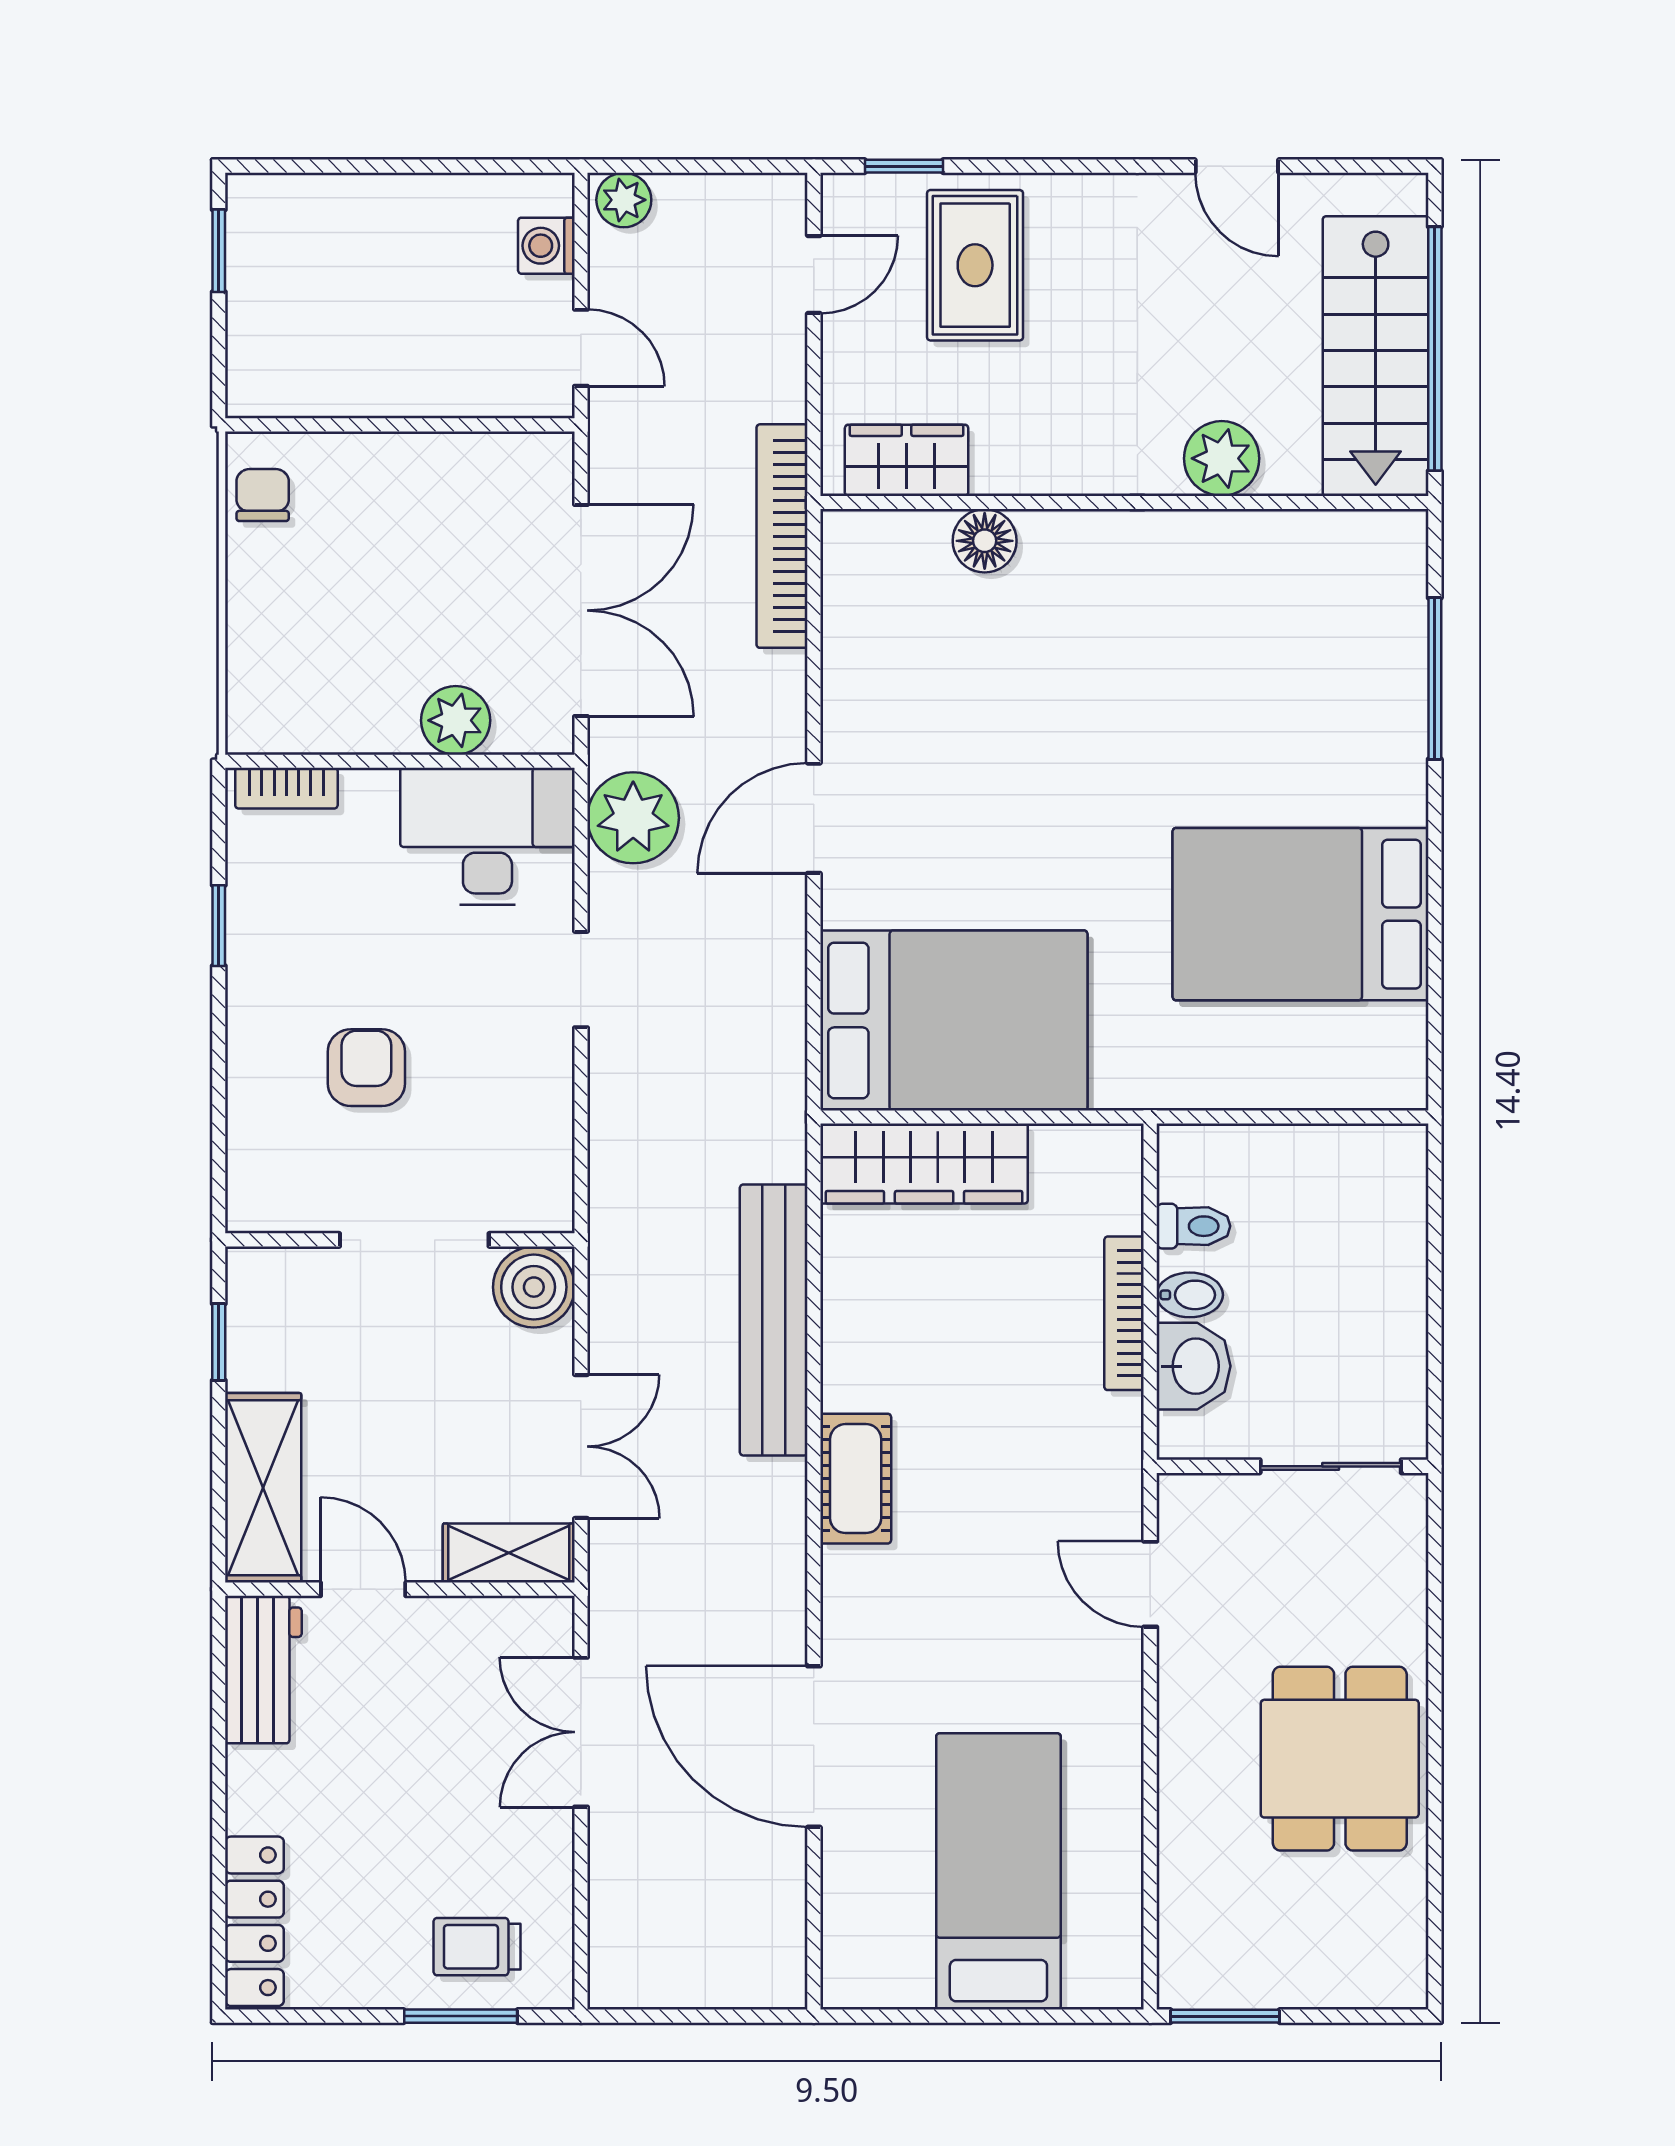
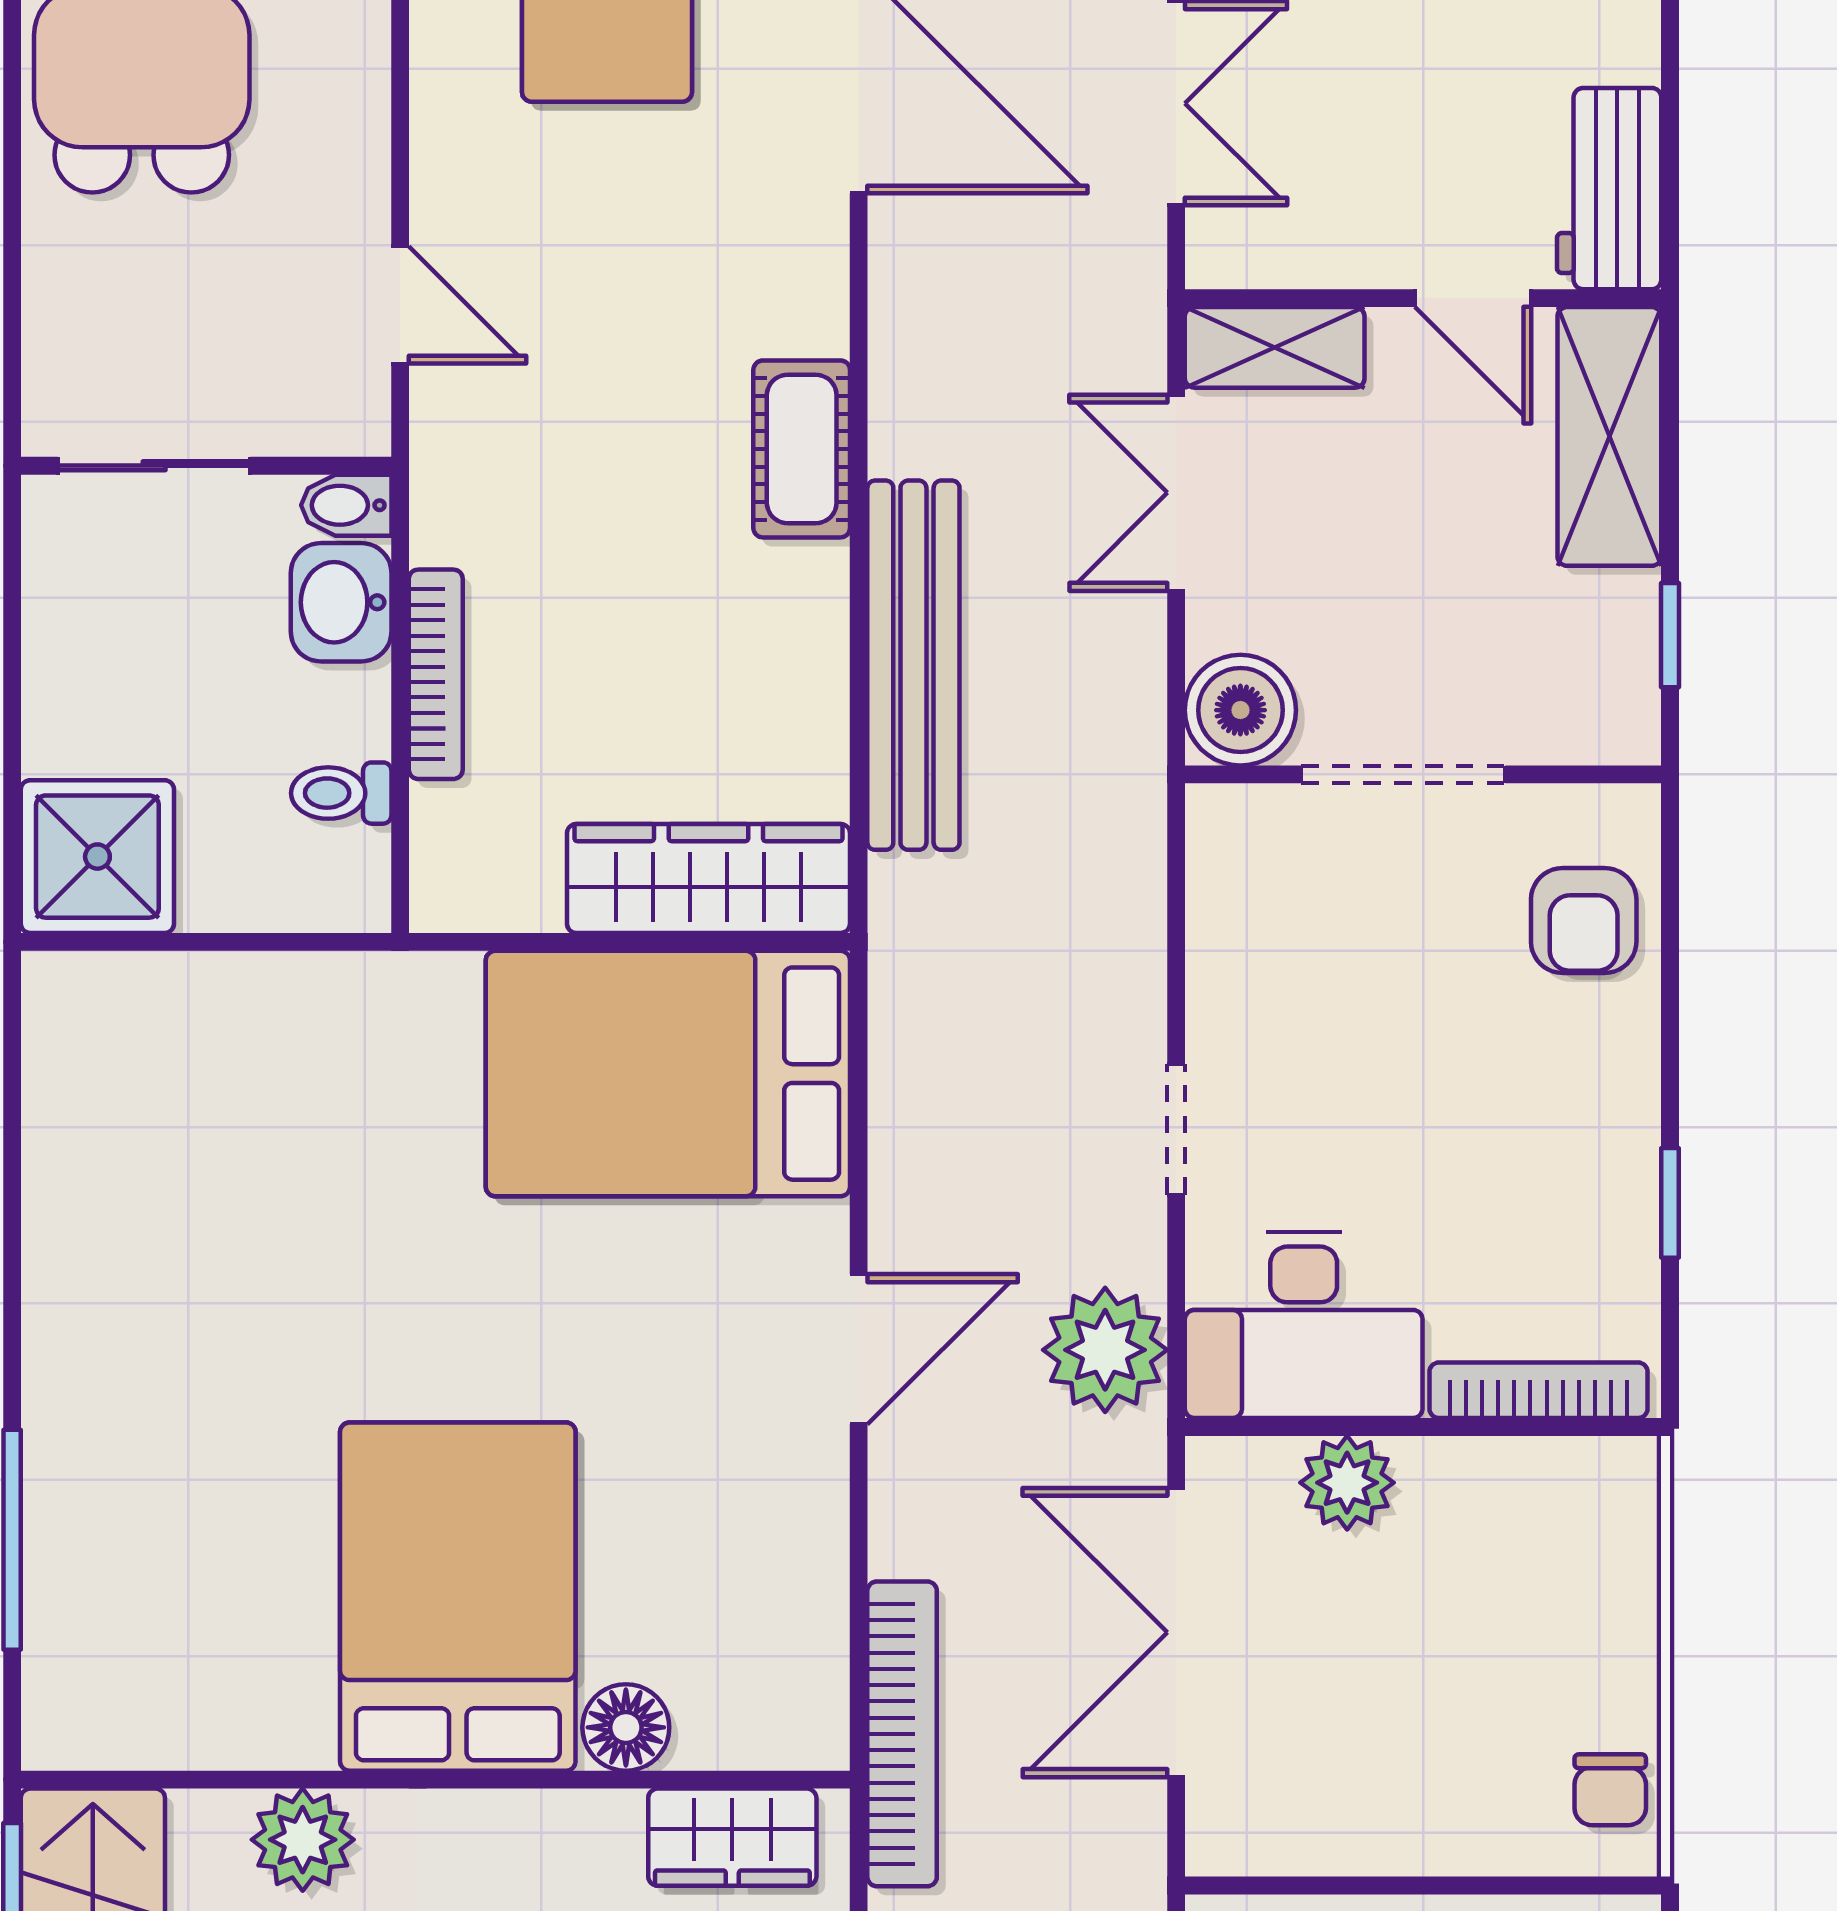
bookcase: (286, 788) -> (1538, 1390), width x1.56
bed: (1301, 914) -> (458, 1597), moved, turned -90
armchair: (366, 1068) -> (1584, 920), moved
shower: (1372, 1180) -> (97, 857), added
bidet: (1190, 1295) -> (346, 505), moved

